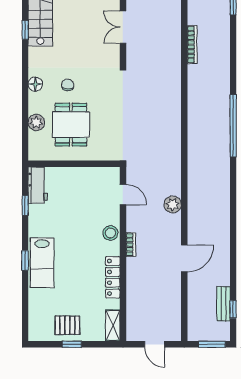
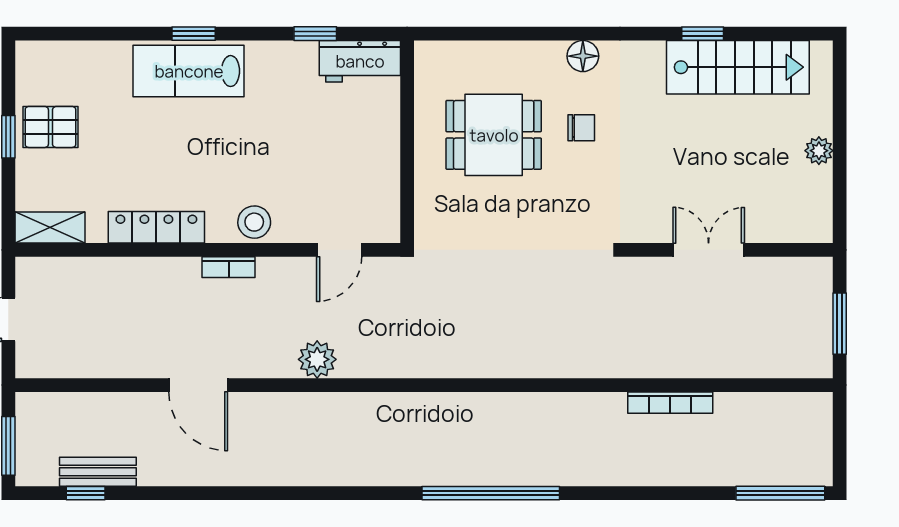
plant: (36, 122) -> (498, 59), removed
pallet: (67, 325) -> (50, 127), turned 90

